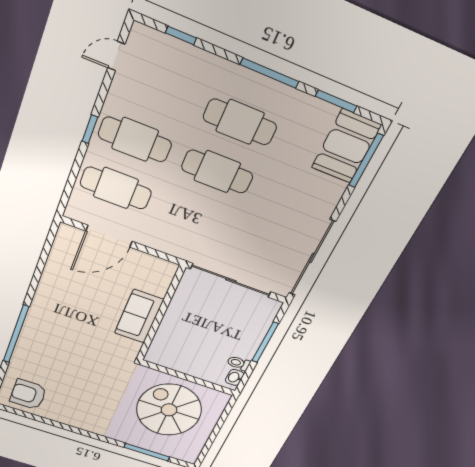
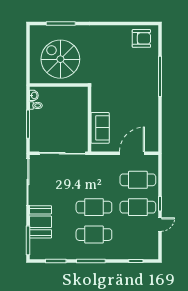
door: (116, 56) -> (160, 225), moved
booth: (346, 146) -> (41, 222), moved
sofa: (139, 316) -> (100, 128), moved
spiral stairs: (169, 410) -> (60, 59), turned 180

